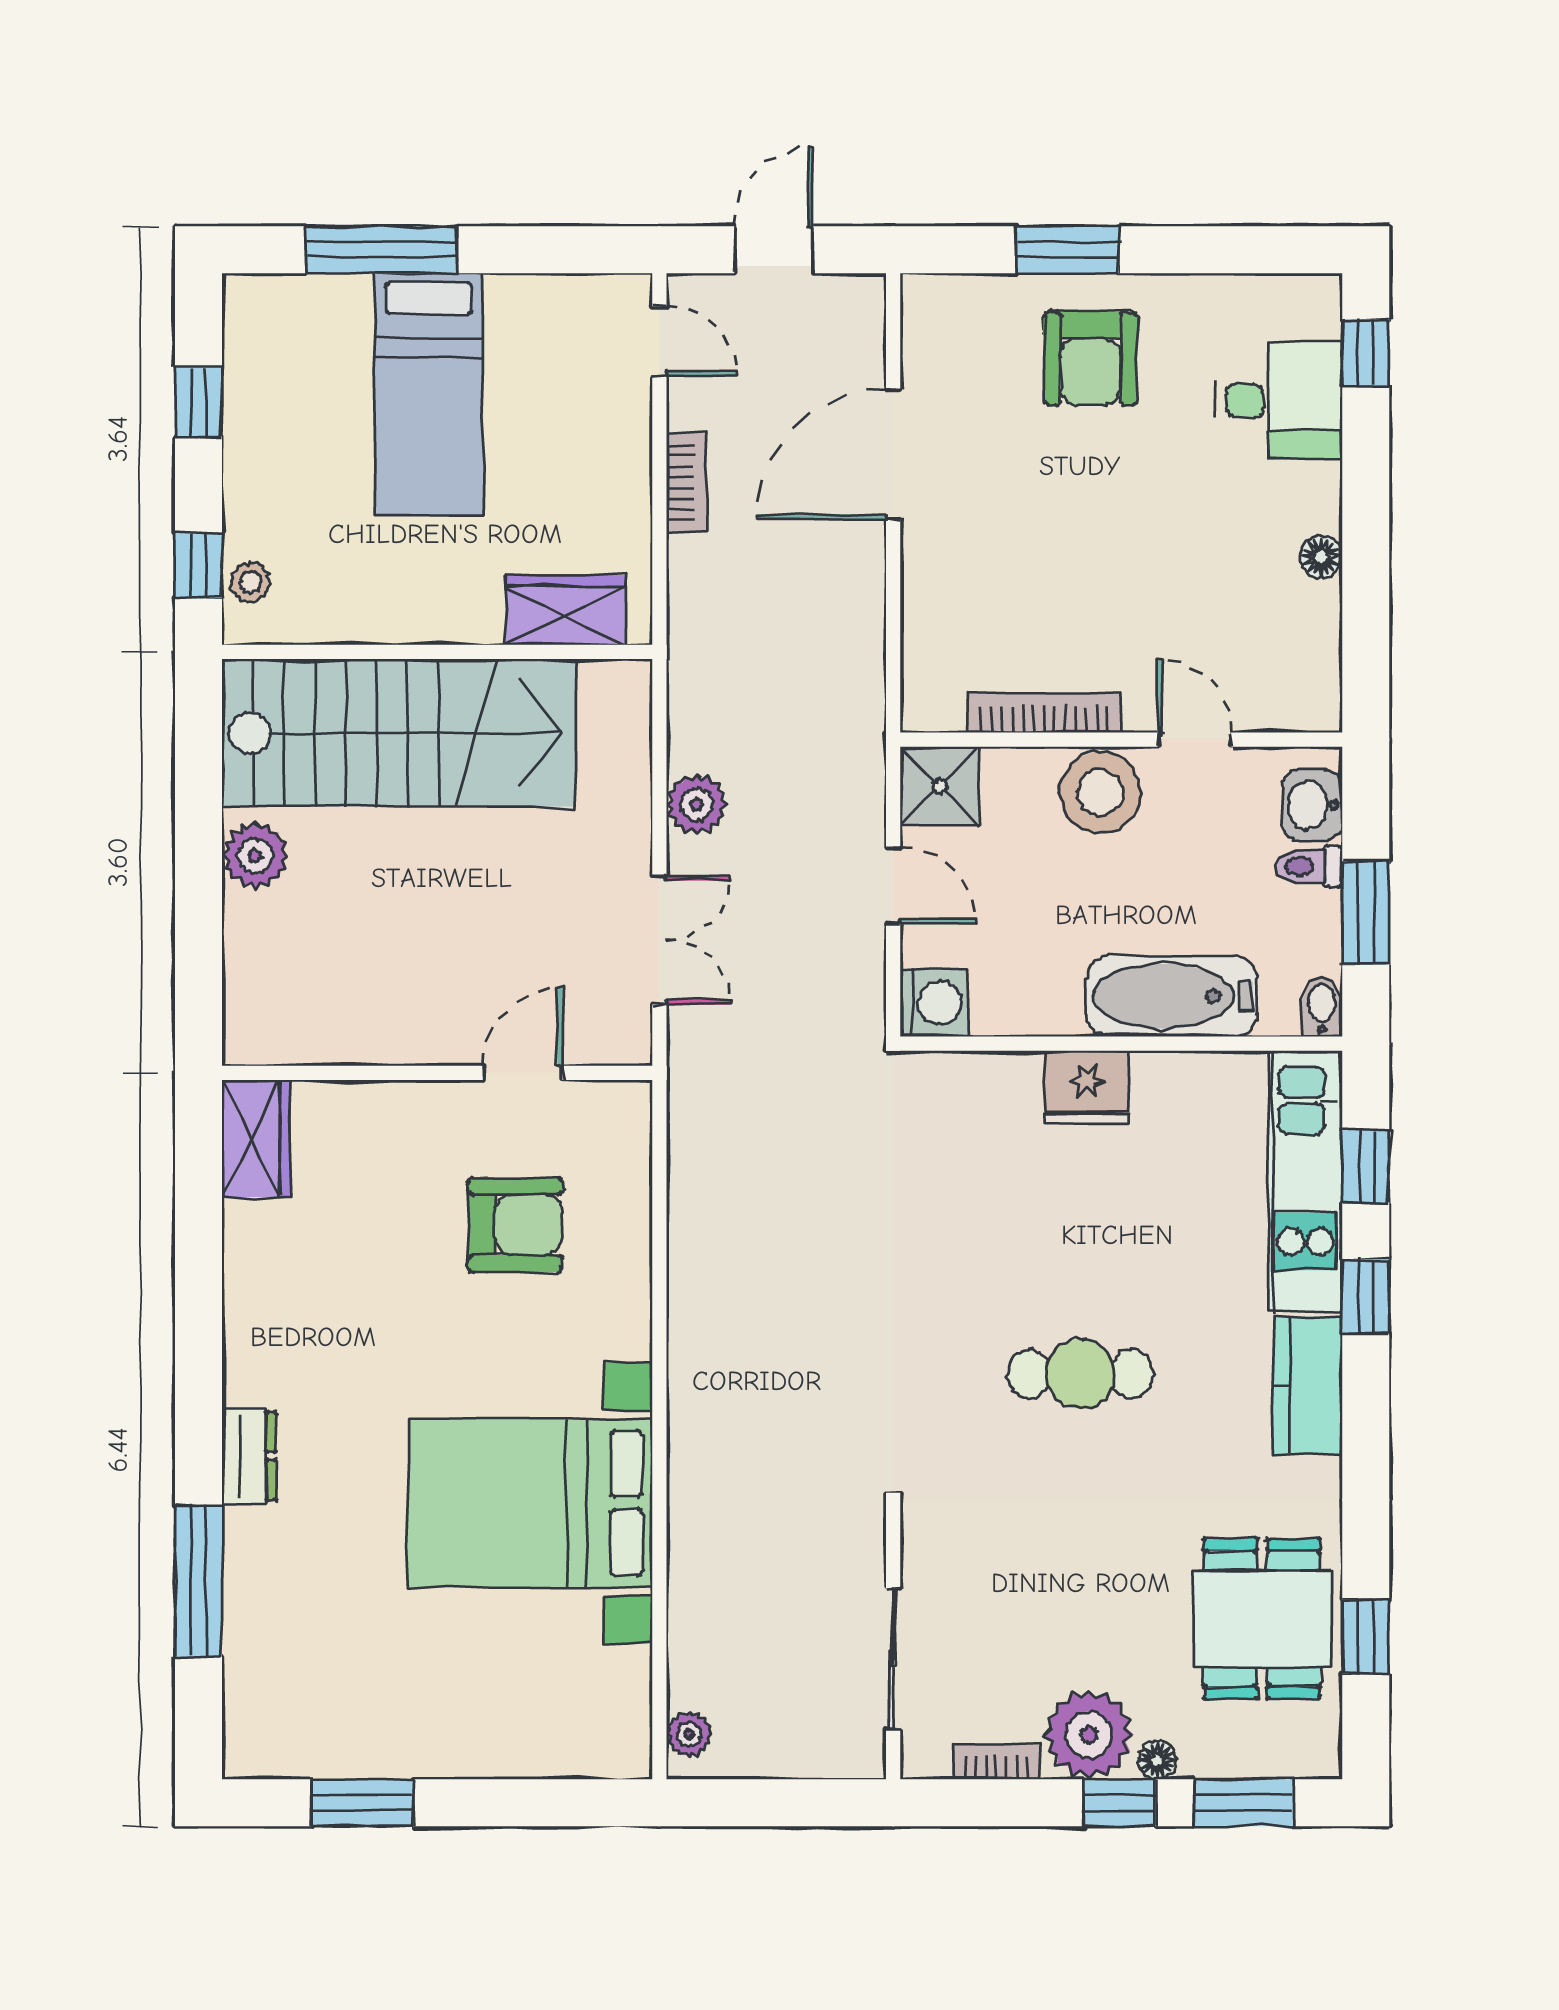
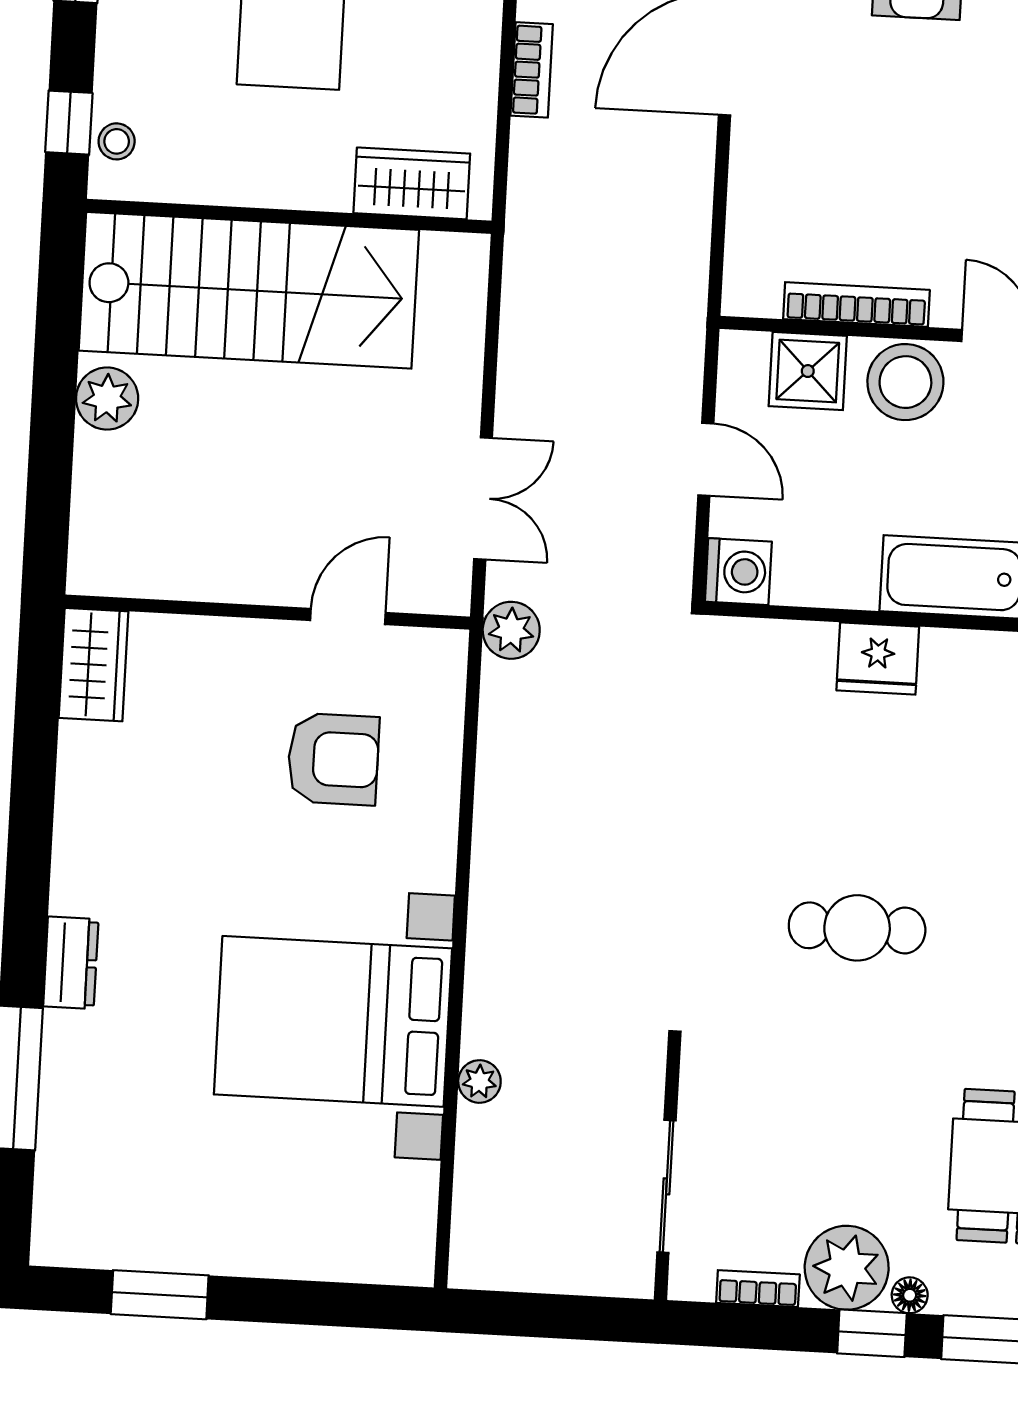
shower: (940, 786) -> (808, 371), moved
plant: (697, 804) -> (511, 630), moved
plant: (689, 1734) -> (479, 1081), moved

